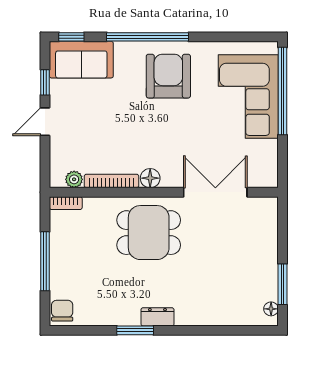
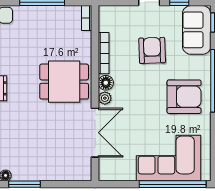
armchair: (108, 118) -> (152, 50), added
plant: (74, 179) -> (105, 98), moved
dining table: (149, 233) -> (64, 82), turned 90

